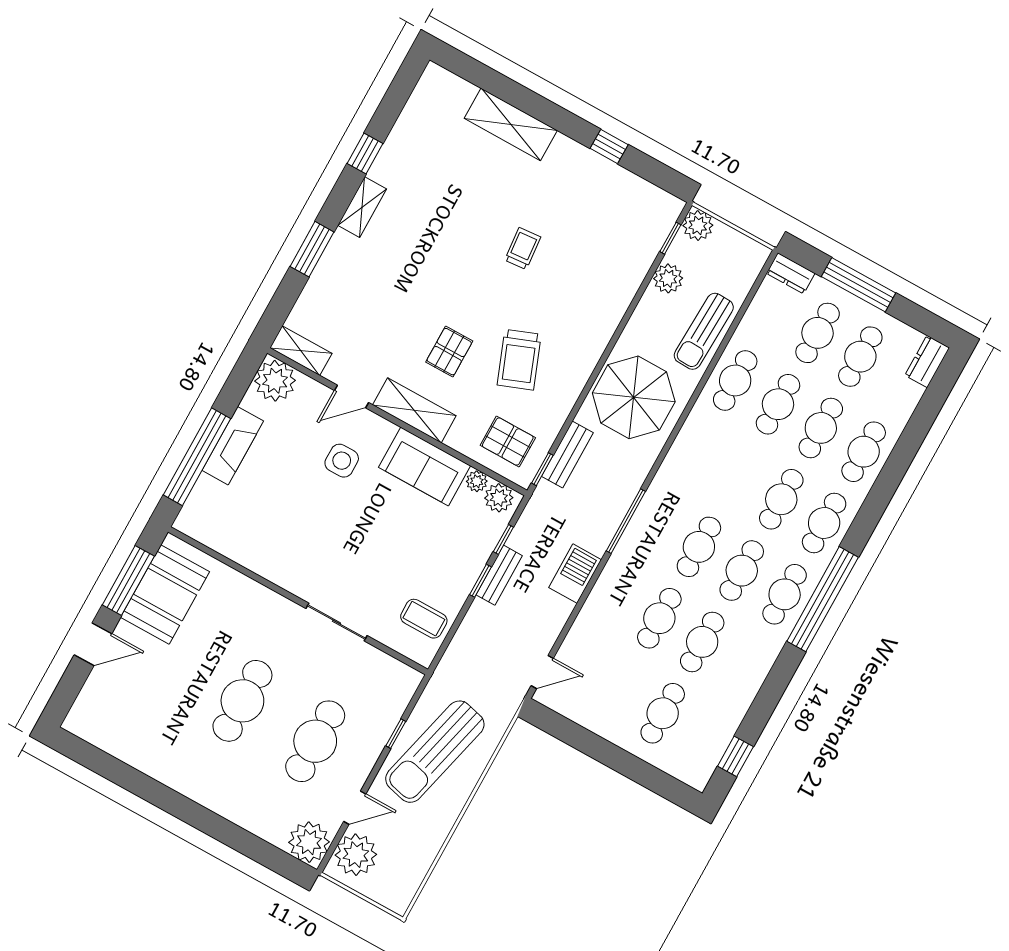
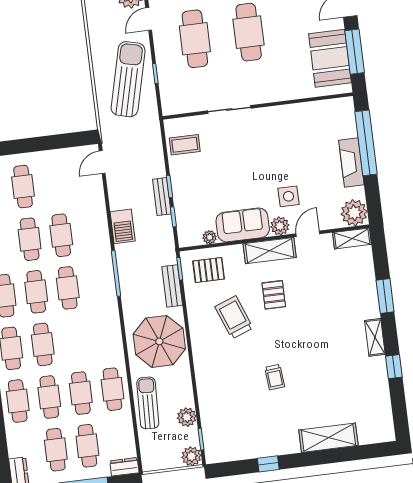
plant: (499, 498) -> (280, 226), moved

